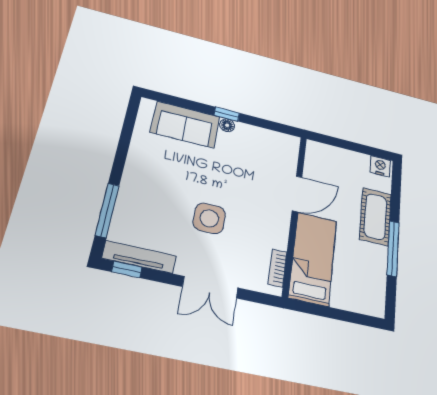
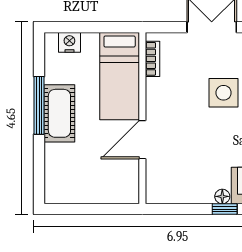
nightstand: (380, 166) -> (69, 42), moved, turned 180
cot: (375, 217) -> (59, 113), moved

